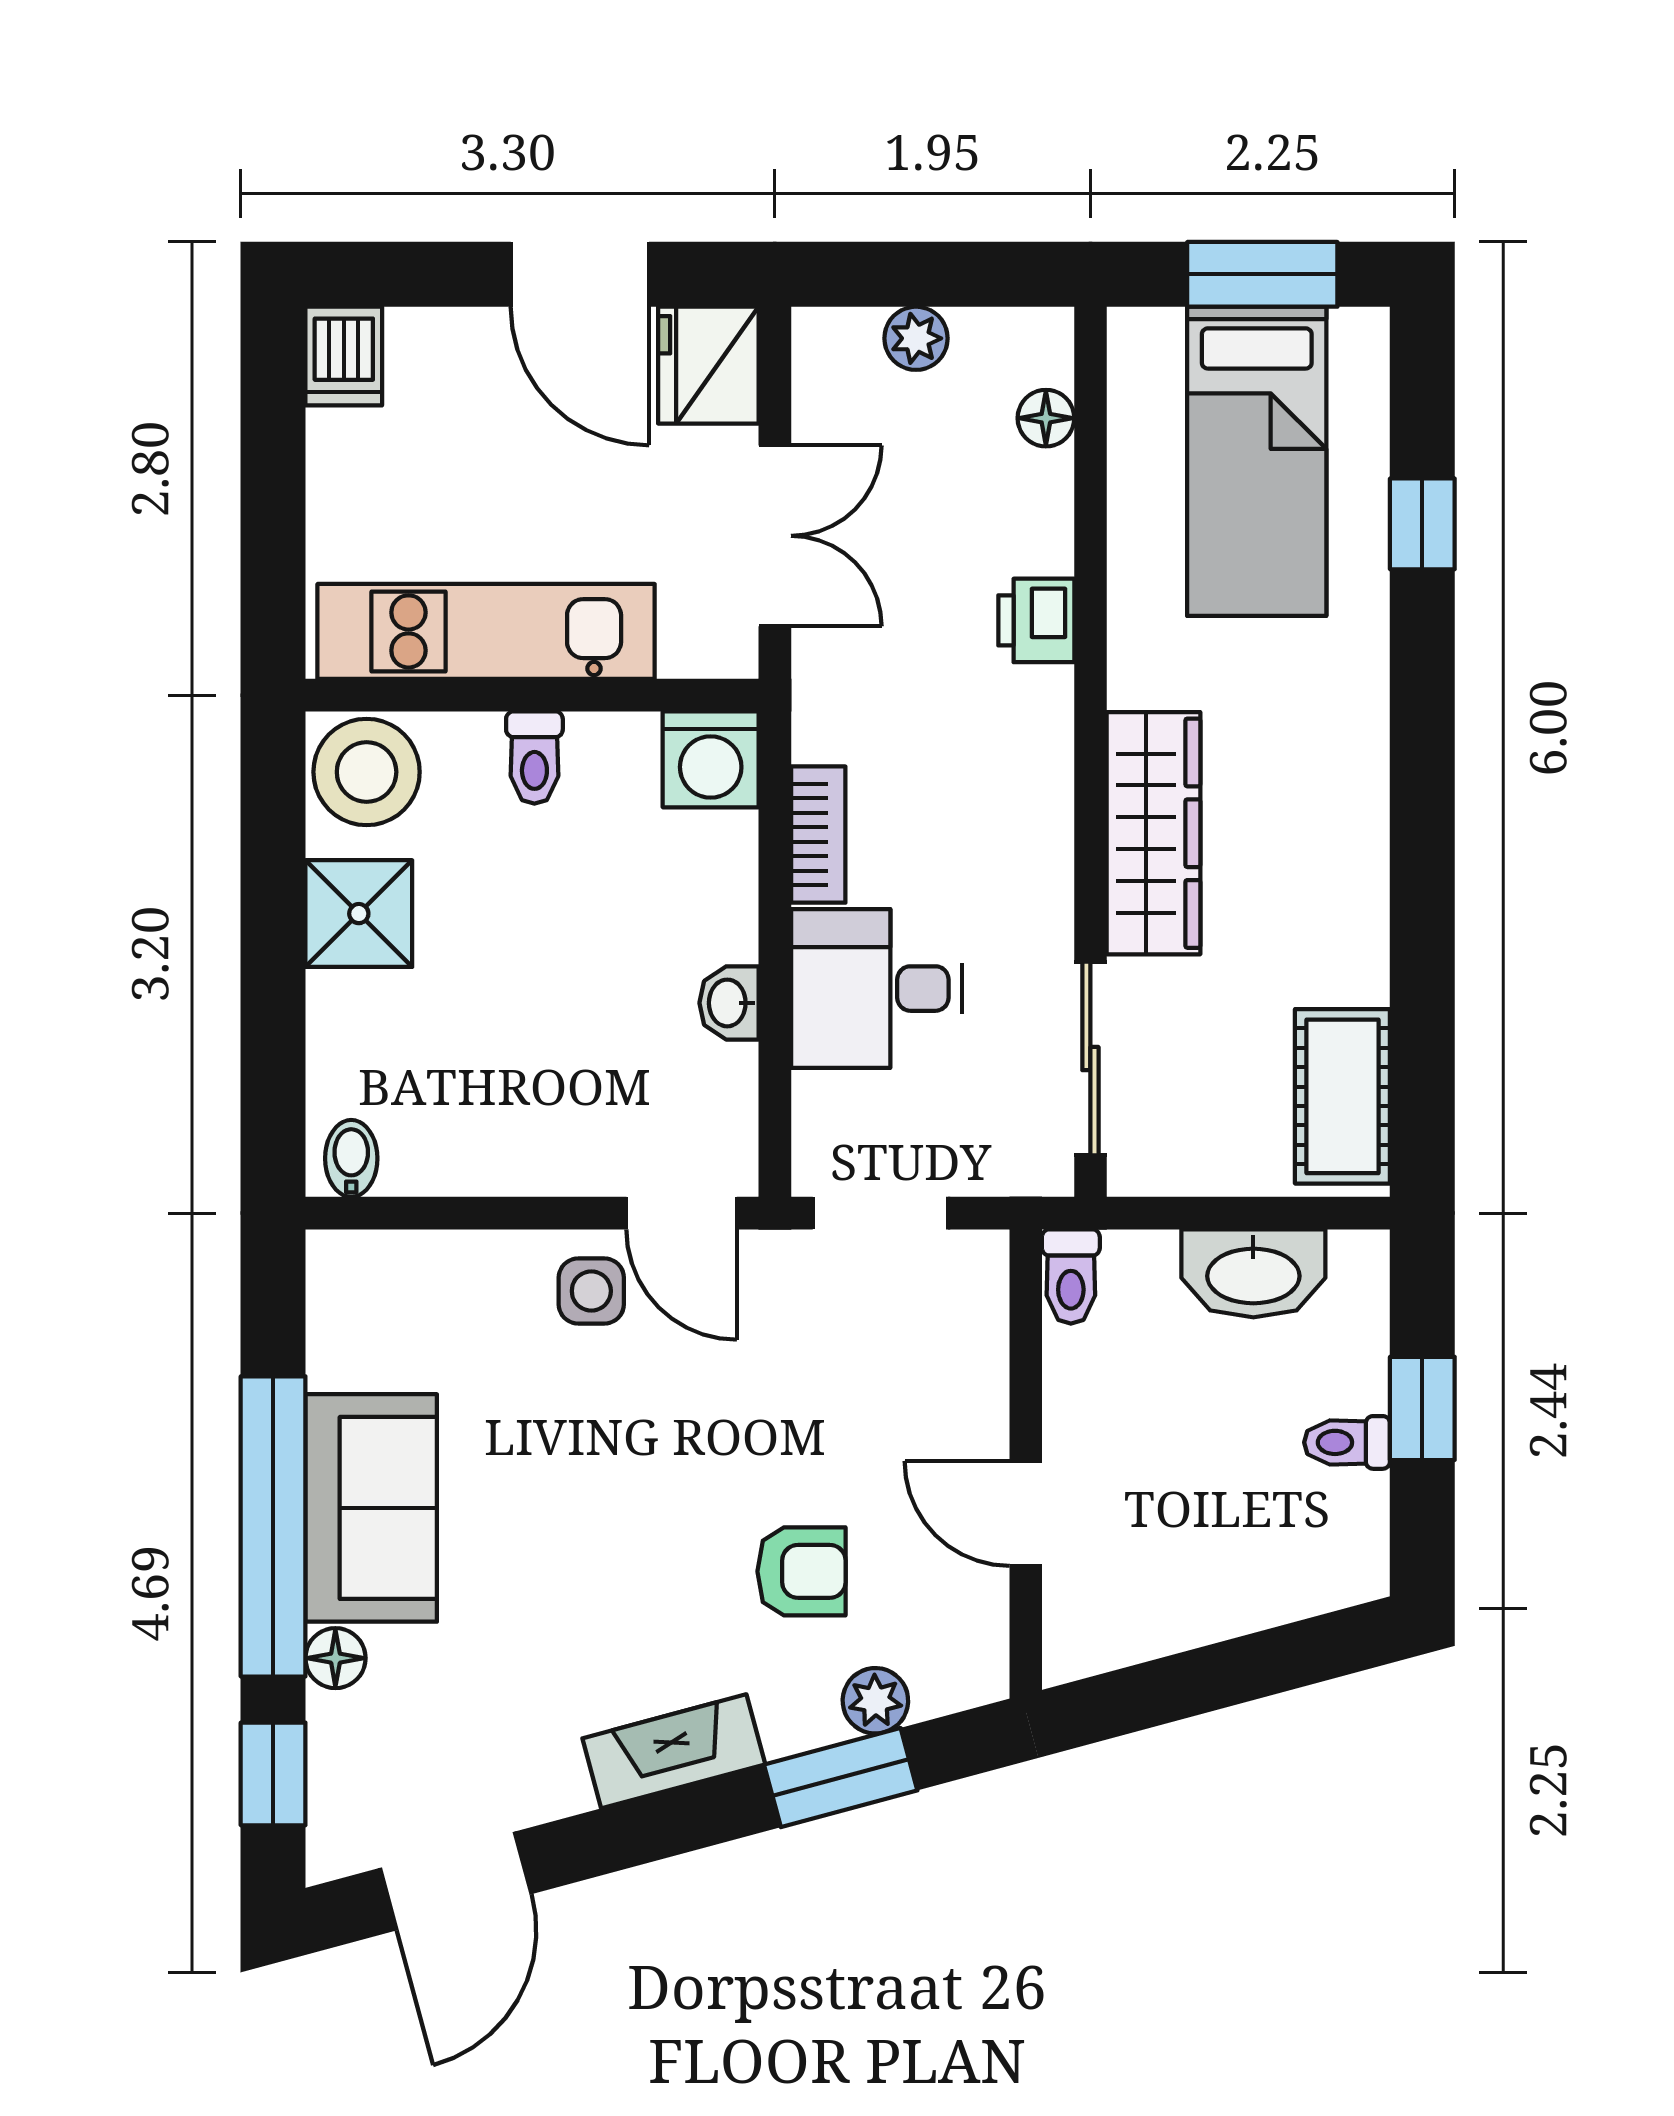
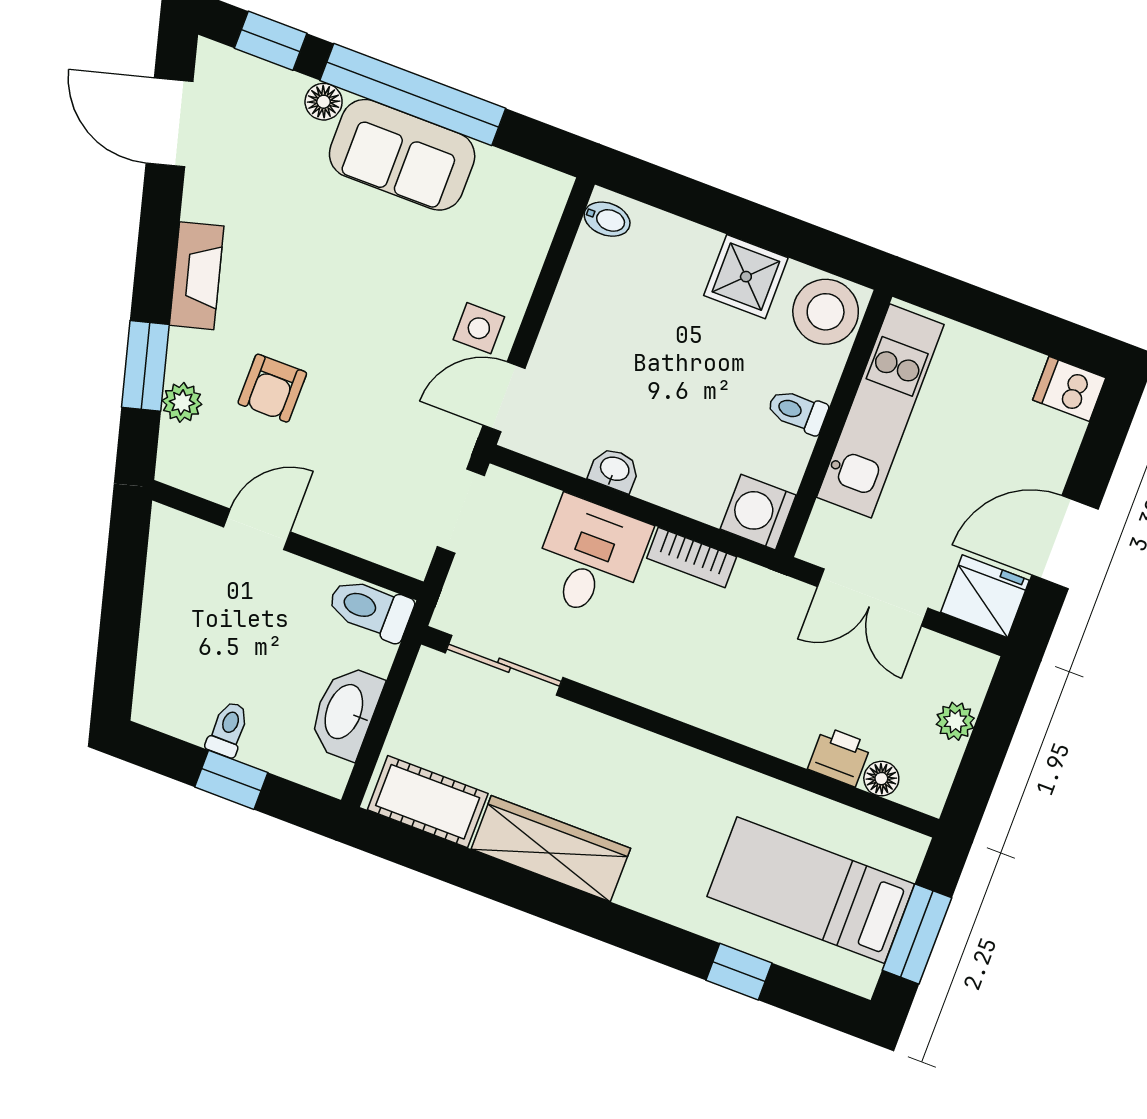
printer: (1036, 620) -> (839, 756), moved
wardrobe: (1153, 833) -> (551, 849), moved, turned 180
toilet: (1071, 1276) -> (370, 609), width x1.37, depth x1.39

